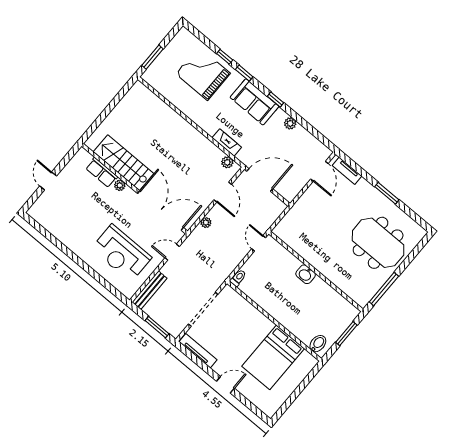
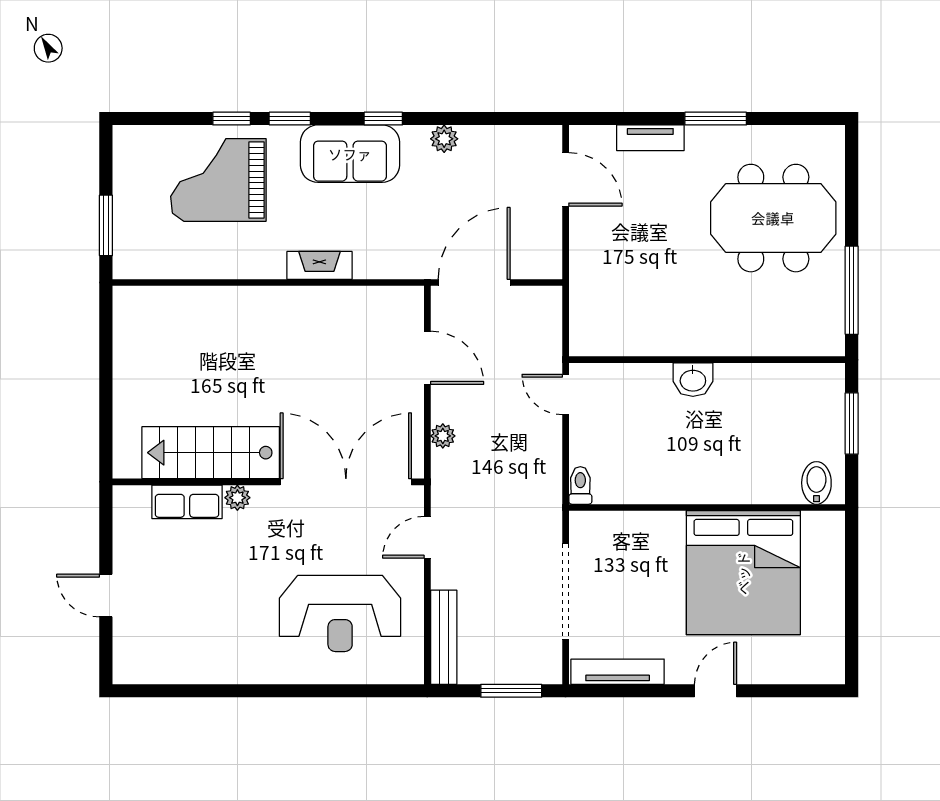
fireplace: (227, 142) -> (319, 265), moved
plant: (227, 162) -> (391, 299), removed
tv unit: (347, 171) -> (650, 138), moved
bed: (273, 357) -> (743, 573), width x1.36

